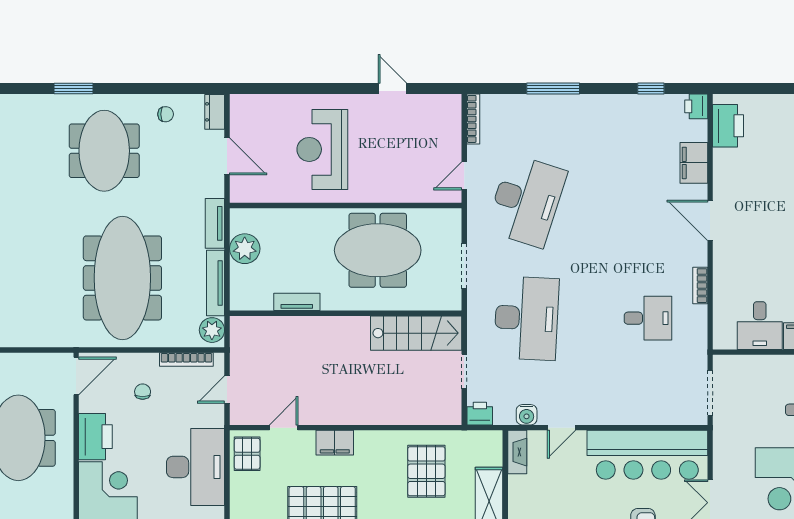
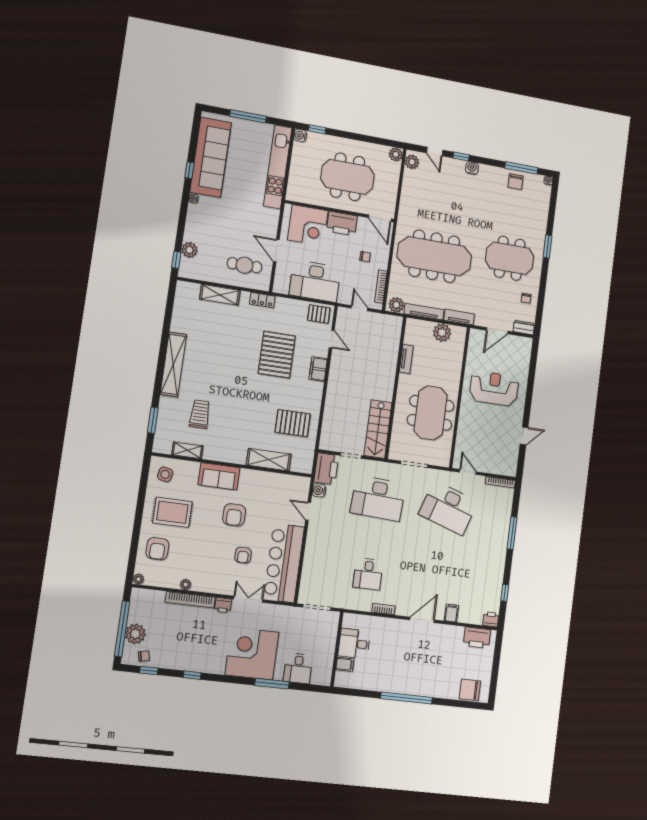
filing cabinet: (694, 163) -> (451, 613), width x0.50
printer: (480, 414) -> (326, 469), width x1.87, depth x1.48
fireplace: (517, 452) -> (297, 481), removed

